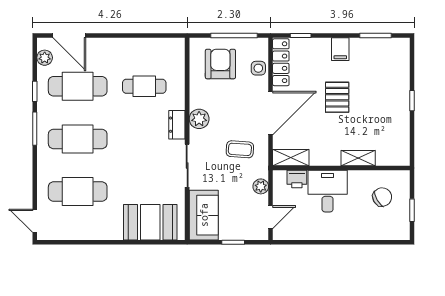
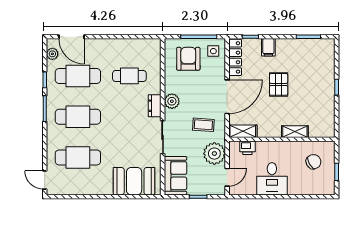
filing cabinet: (340, 49) -> (268, 47), moved
side table: (258, 68) -> (213, 51), moved
plant: (261, 186) -> (214, 154), width x1.87, depth x1.87
desk: (328, 191) -> (272, 179), moved, turned 180

